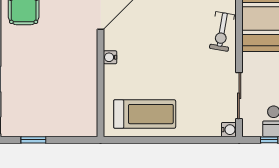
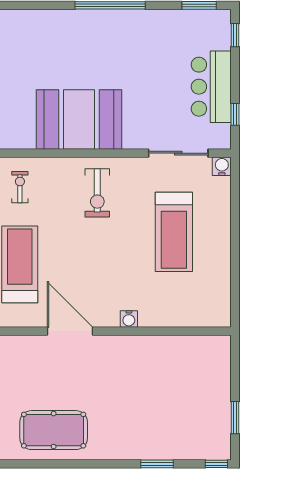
exercise bike: (222, 31) -> (97, 193), moved, turned 80
treadmill: (145, 114) -> (174, 232), moved, turned 180

